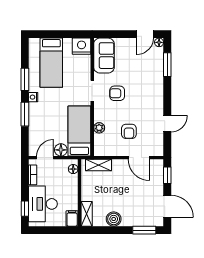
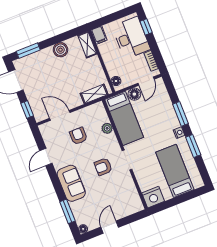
door: (145, 34) -> (110, 227), moved
sofa: (104, 56) -> (71, 183), moved, turned 180
armchair: (117, 93) -> (103, 167), turned 180

